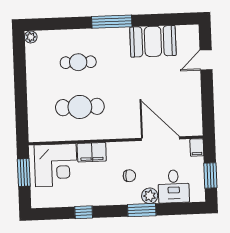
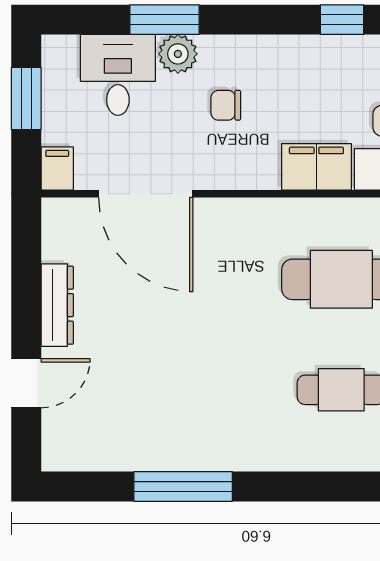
window: (112, 22) -> (183, 486), moved
booth: (153, 41) -> (155, 434), removed
dresser: (195, 92) -> (57, 305), added
window: (142, 210) -> (164, 20), moved

